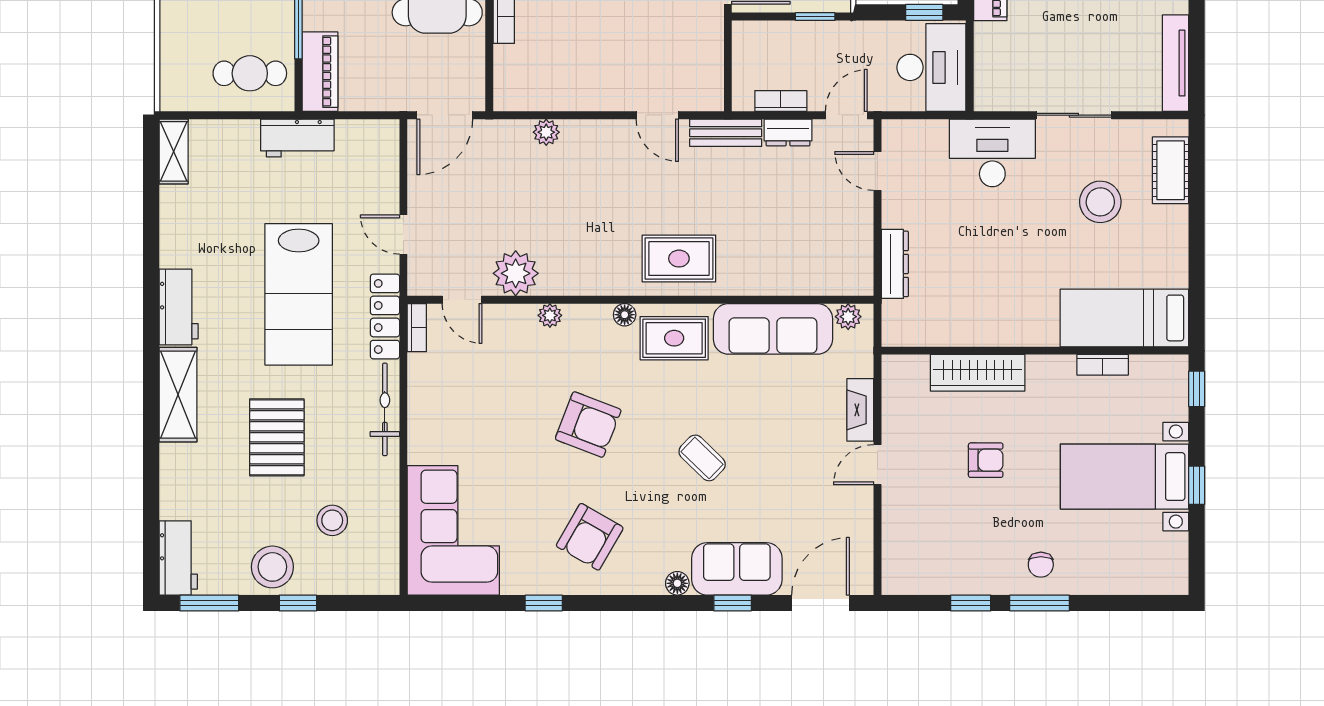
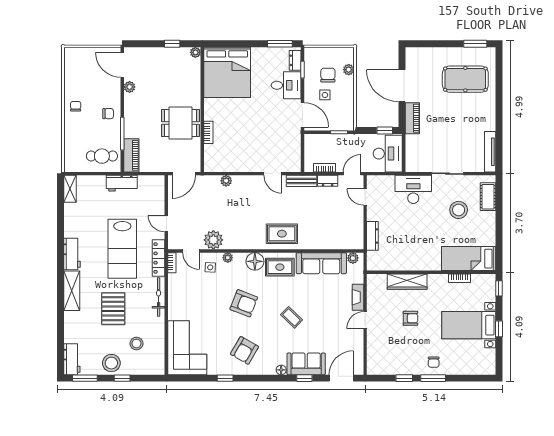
floor lamp: (625, 315) -> (255, 261), width x1.89, depth x1.89
side table: (508, 339) -> (210, 267), added

